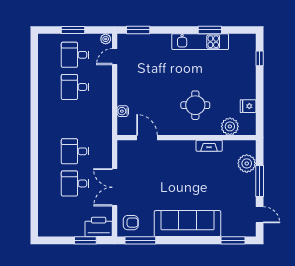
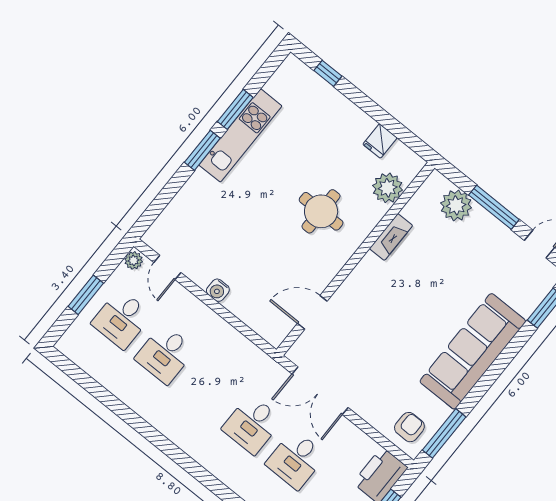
window: (138, 30) -> (202, 150), moved
water cooler: (123, 111) -> (218, 290), moved
double door: (115, 187) -> (320, 391), moved

